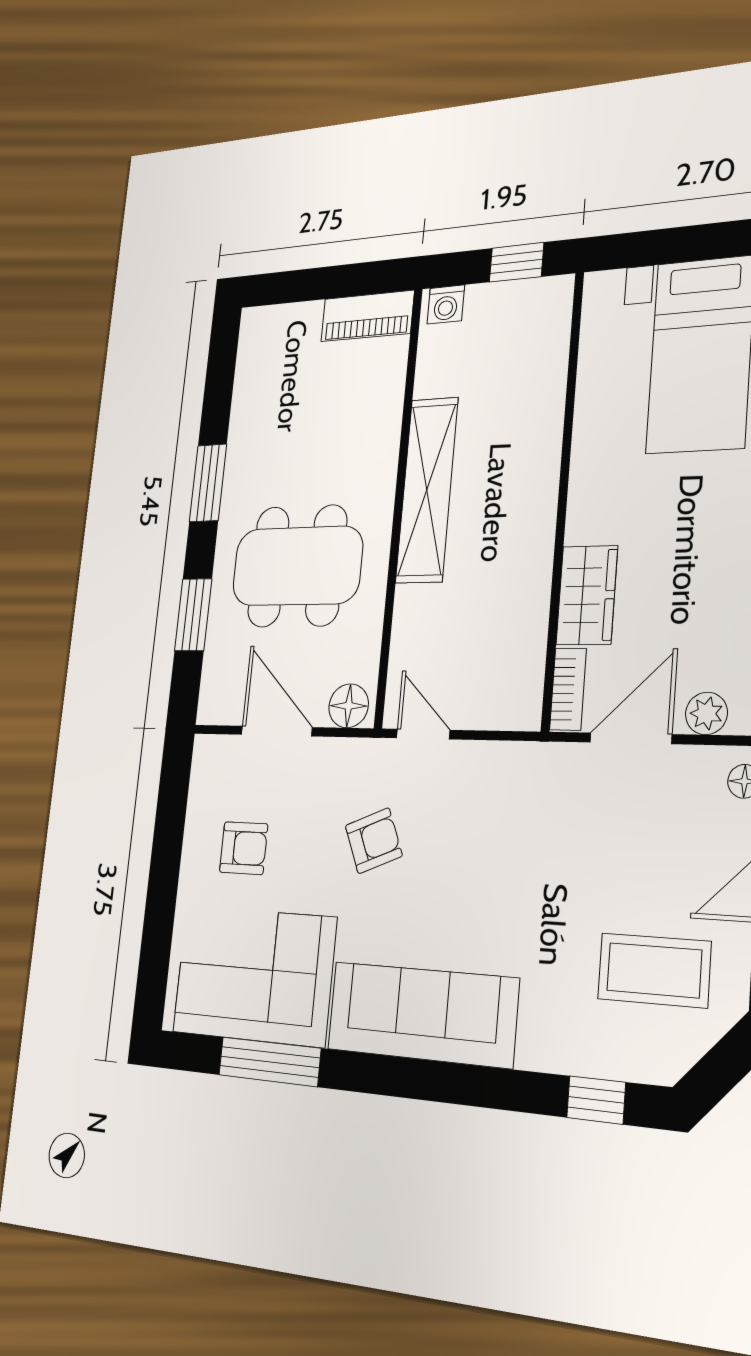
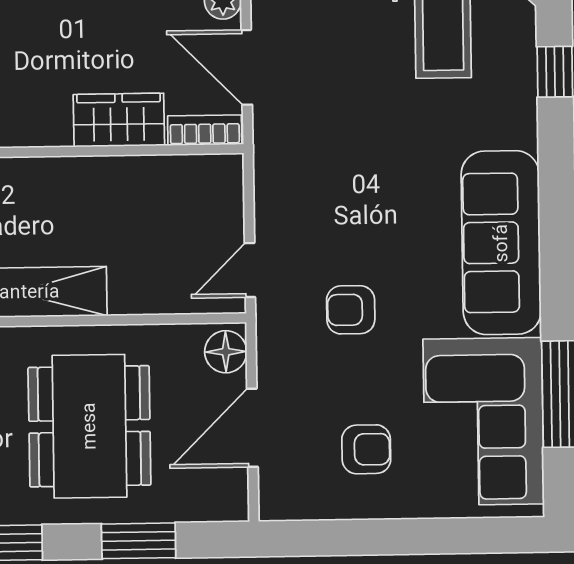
armchair: (374, 841) -> (351, 310), turned -67
armchair: (244, 848) -> (366, 449), turned 90

